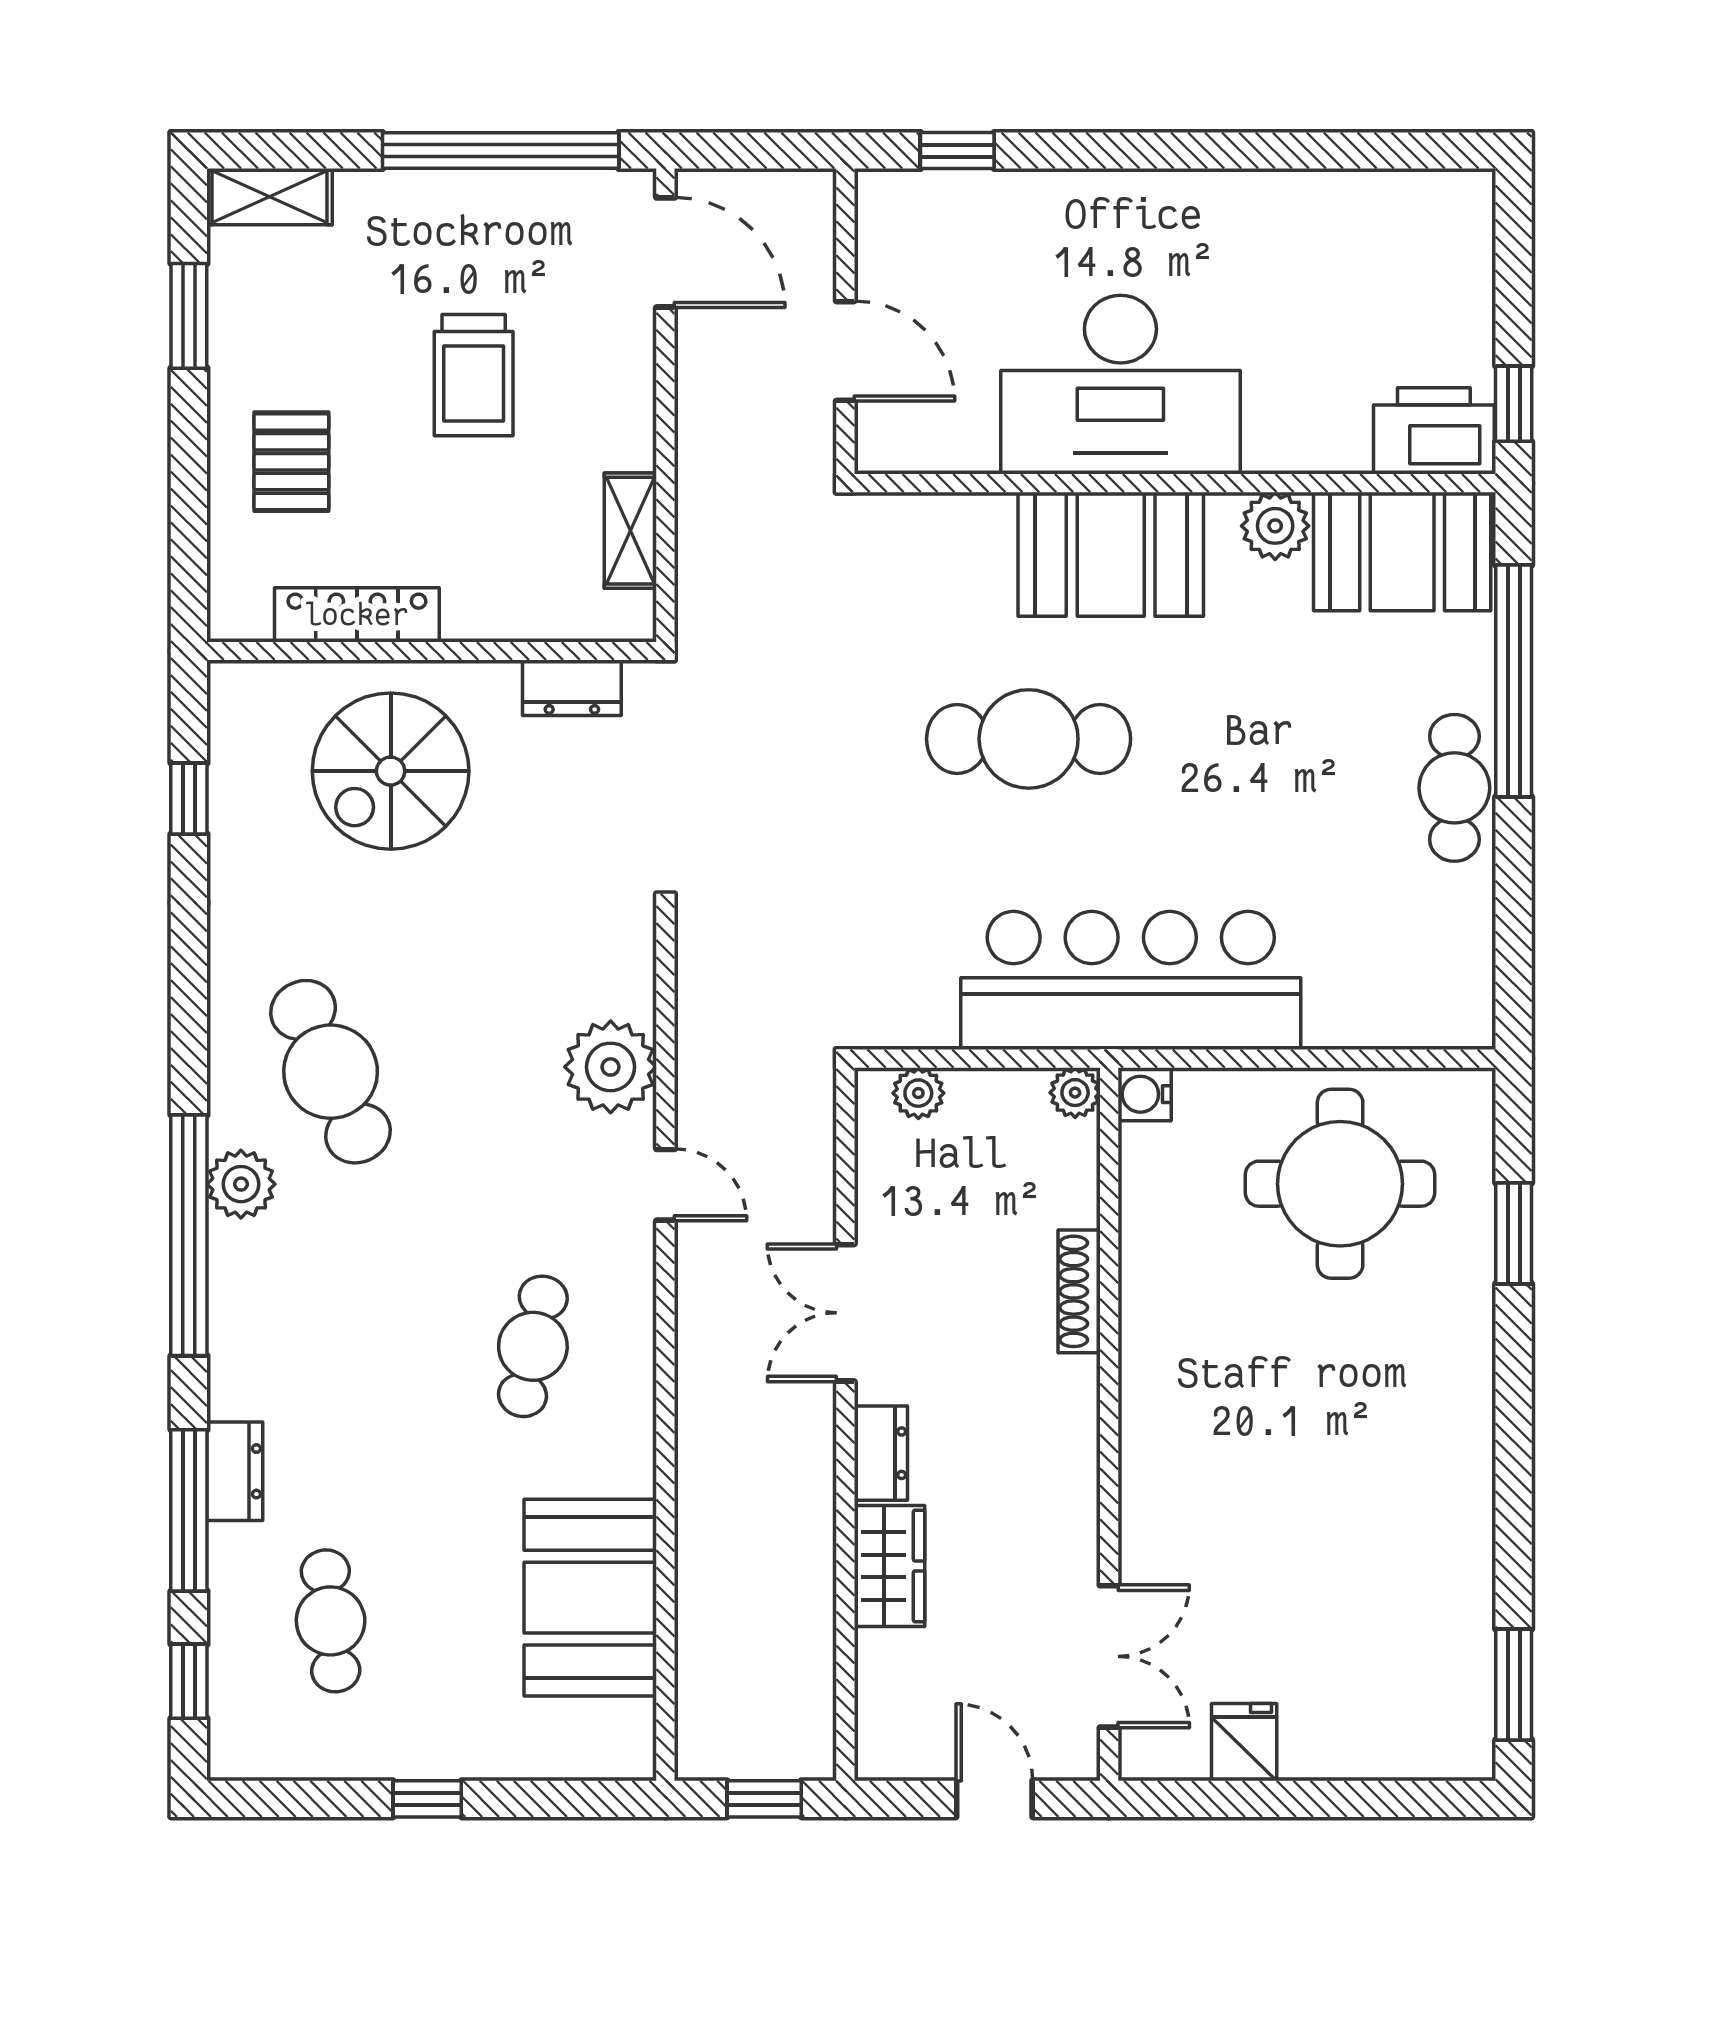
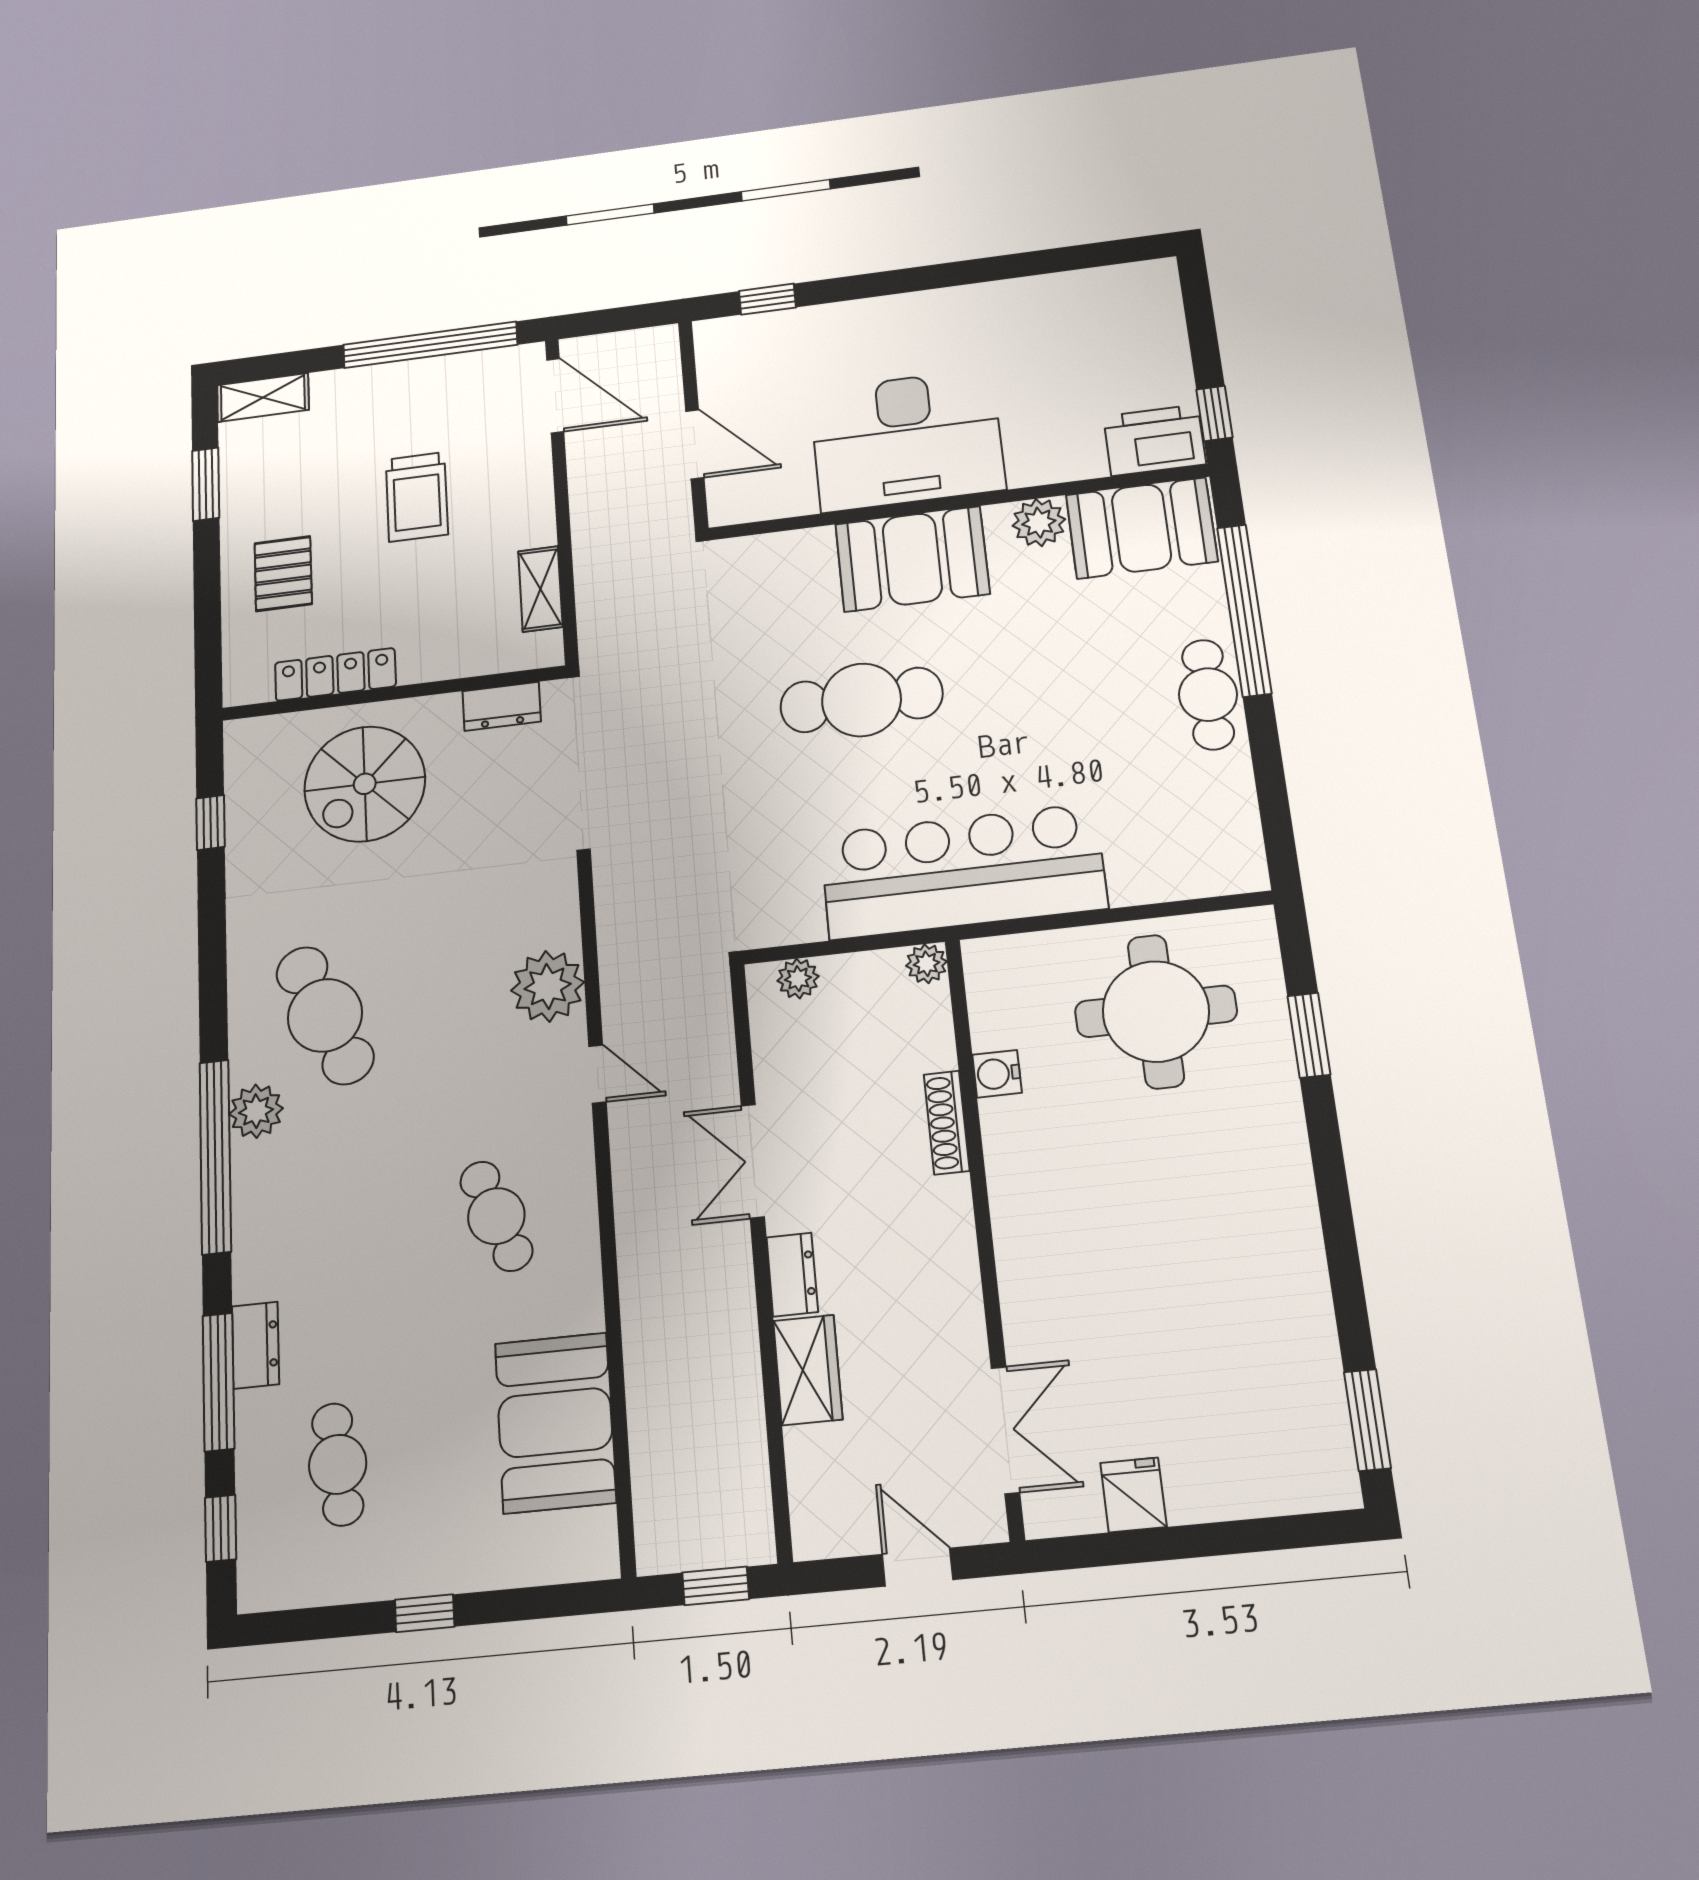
water cooler: (1145, 1094) -> (997, 1074), moved
cafe table: (533, 1346) -> (496, 1216), turned -33

